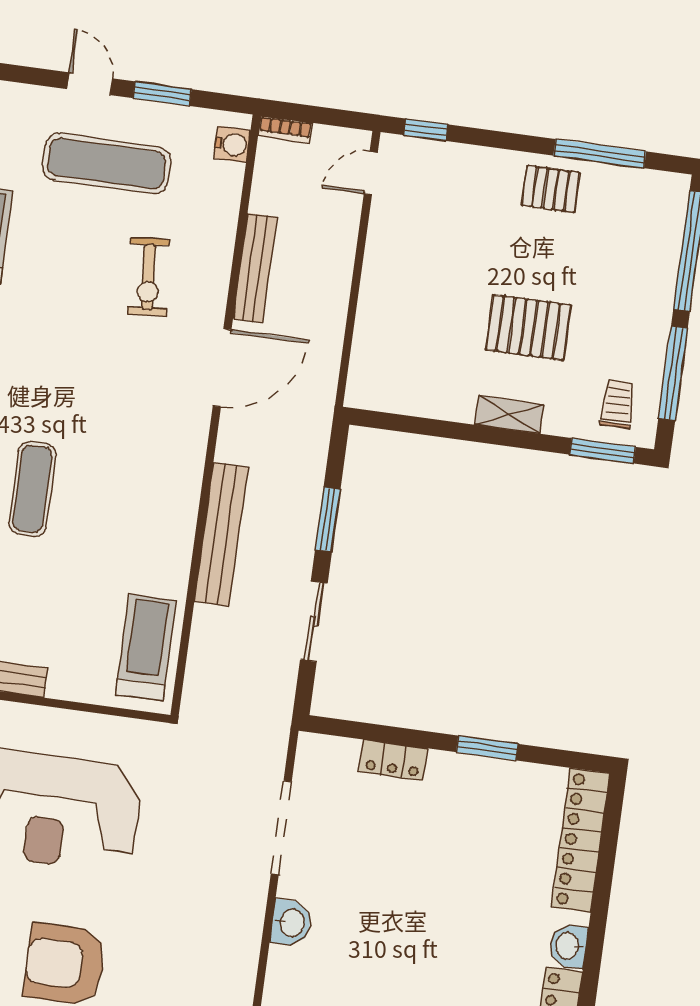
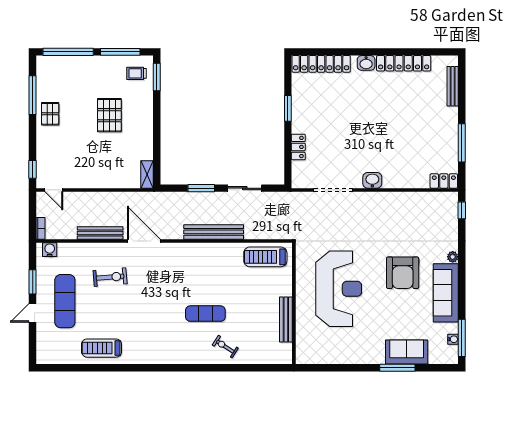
shelving: (510, 415) -> (147, 174), moved

